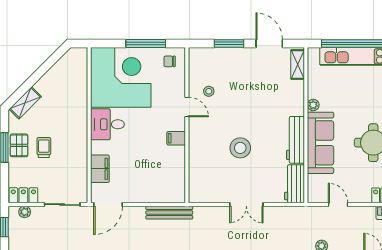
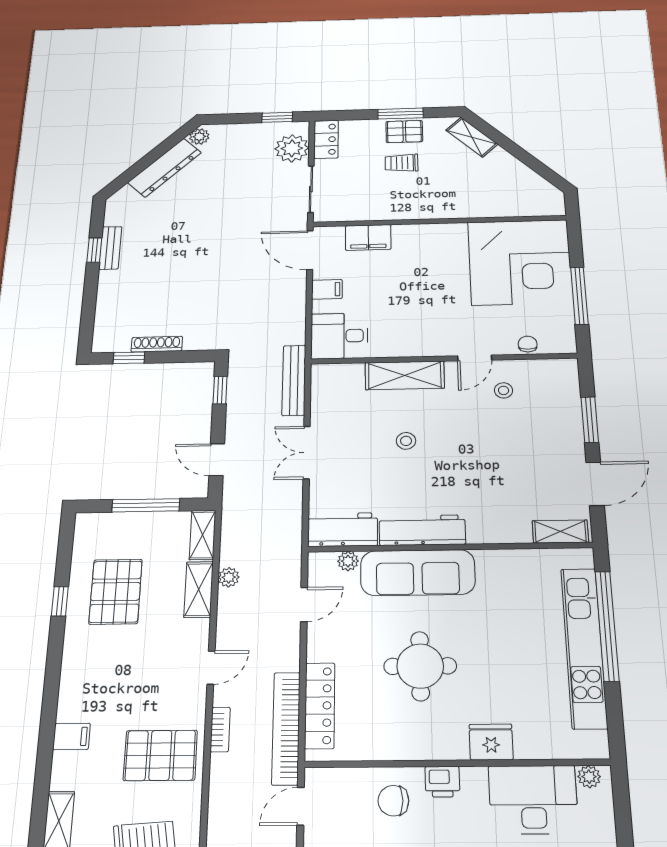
chair: (170, 61) -> (528, 344), moved
plant: (313, 105) -> (348, 561), moved
desk: (107, 124) -> (339, 336), moved, turned -90
filing cabinet: (176, 138) -> (327, 289), moved, turned 90
trolley: (44, 148) -> (401, 163), turned 180
shelving: (197, 148) -> (405, 375), added
stool: (240, 148) -> (406, 441), width x0.53, depth x0.53
plant: (25, 212) -> (292, 148), width x1.88, depth x1.88
bench: (169, 213) -> (294, 380), moved

